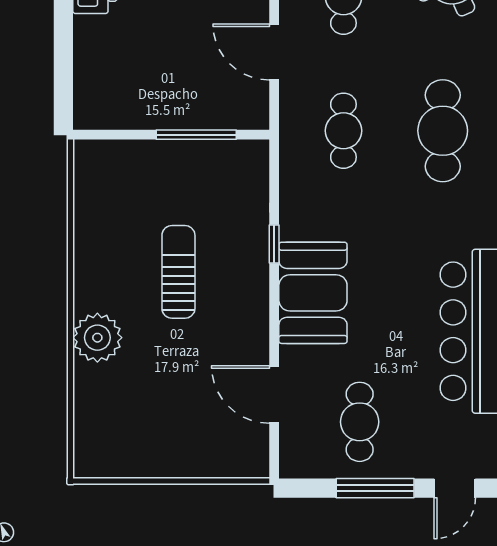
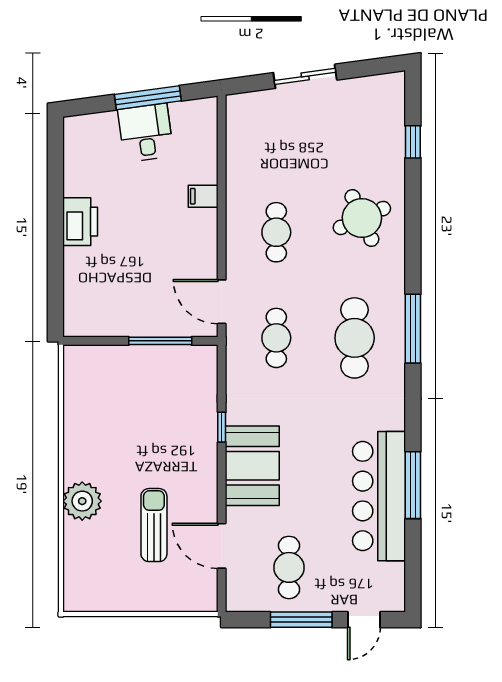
door: (274, 52) -> (222, 302), moved
sun lounger: (178, 272) -> (154, 525), moved

